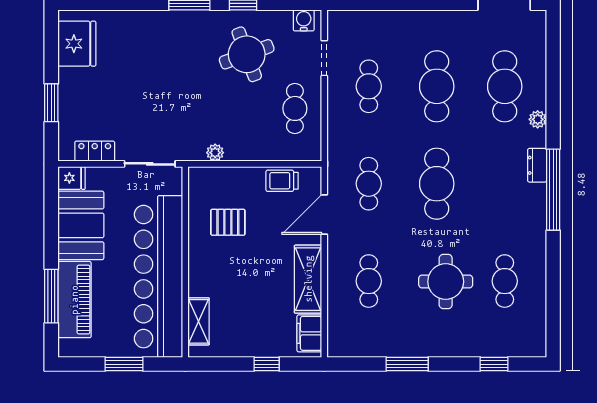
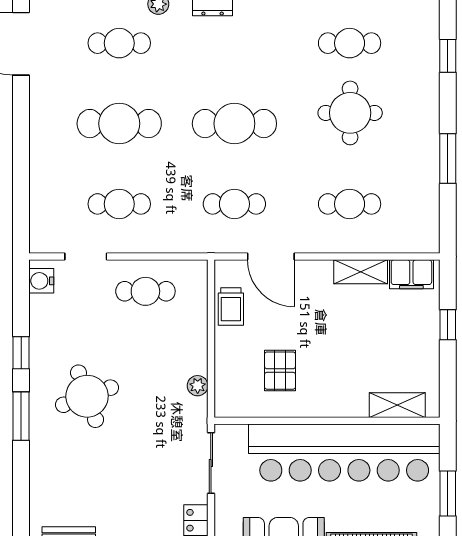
round table: (247, 54) -> (87, 396), moved
cafe table: (505, 86) -> (119, 43), width x0.73, depth x0.74
shelving: (308, 279) -> (361, 272), width x0.67, depth x0.75

